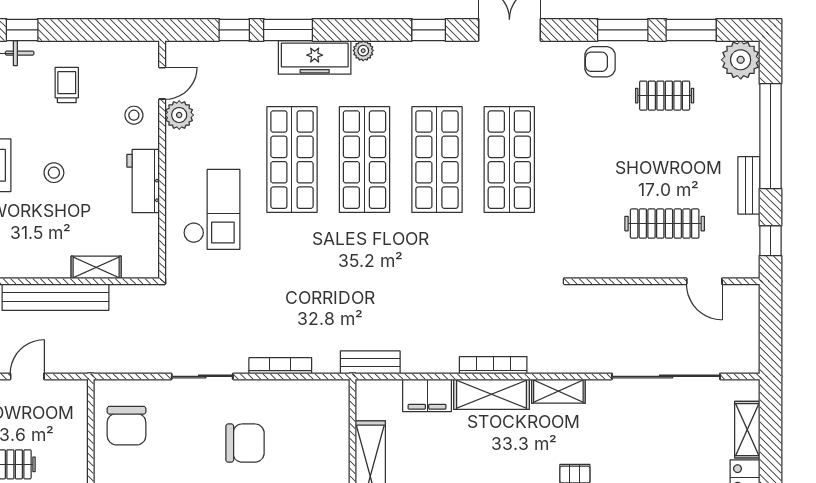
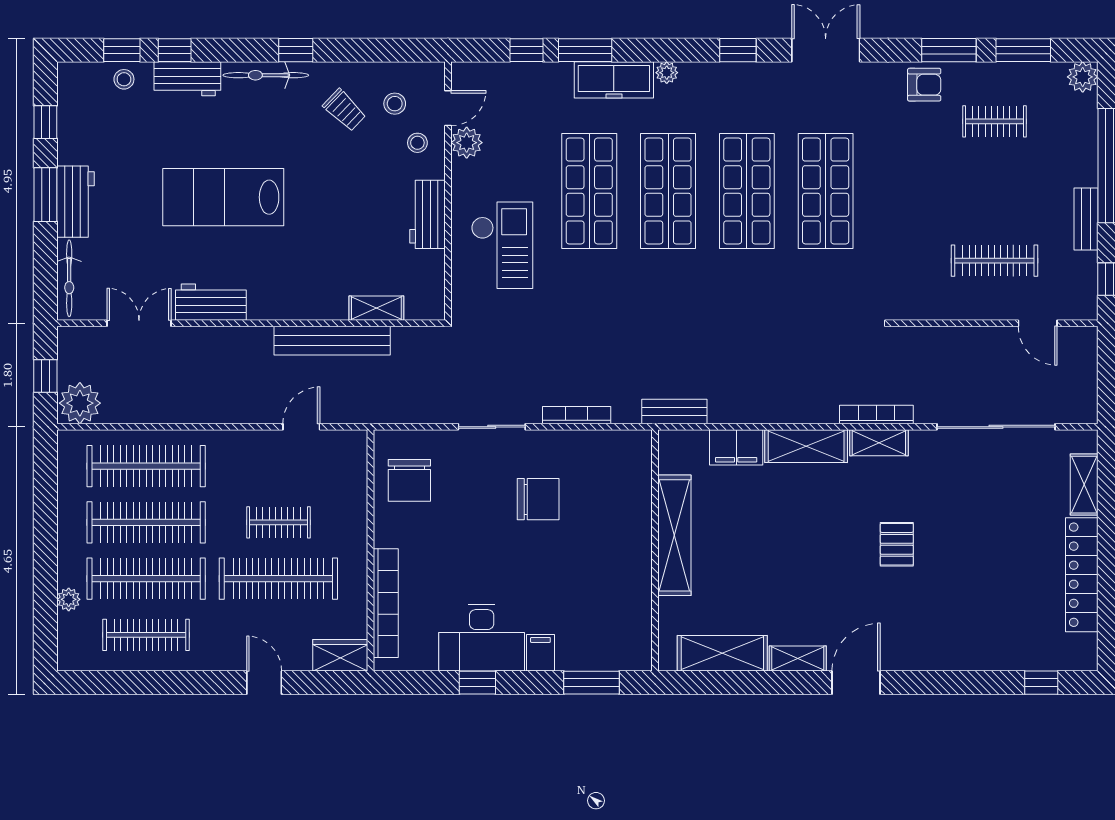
plant: (741, 60) -> (1083, 77), width x0.73, depth x0.73
armchair: (600, 62) -> (924, 85), turned 180
trolley: (67, 85) -> (344, 110), turned 134
stool: (54, 173) -> (395, 104), moved
bookcase: (493, 365) -> (876, 415), moved

